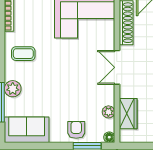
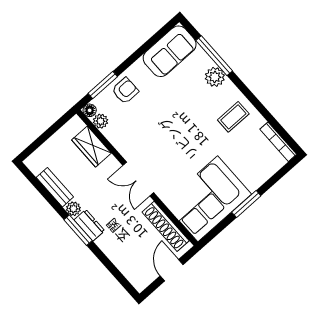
double door: (117, 67) -> (138, 179), swing flipped
plant: (108, 112) -> (101, 121), moved
armchair: (76, 130) -> (125, 91), turned -90

